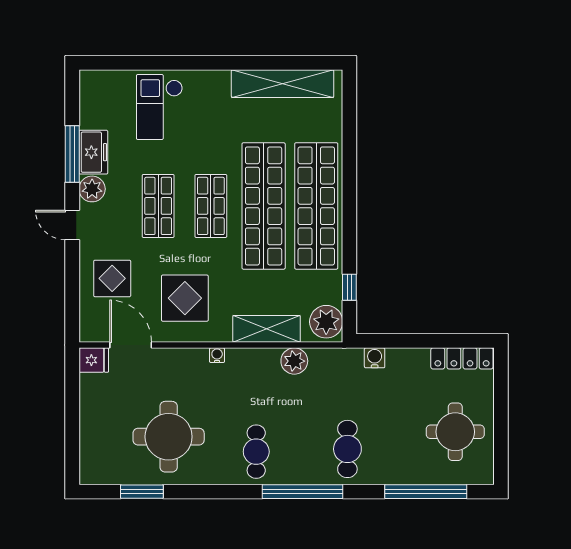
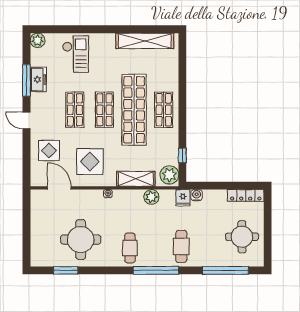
checkout: (159, 107) -> (76, 54), turned 180
plant: (92, 189) -> (38, 40), moved
shop shelf: (316, 206) -> (164, 110), width x0.50, depth x0.74
fridge: (94, 360) -> (183, 198), moved, turned 90

